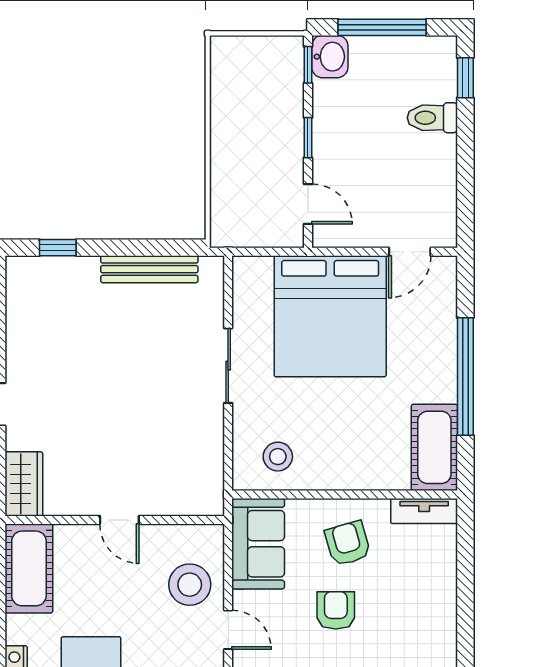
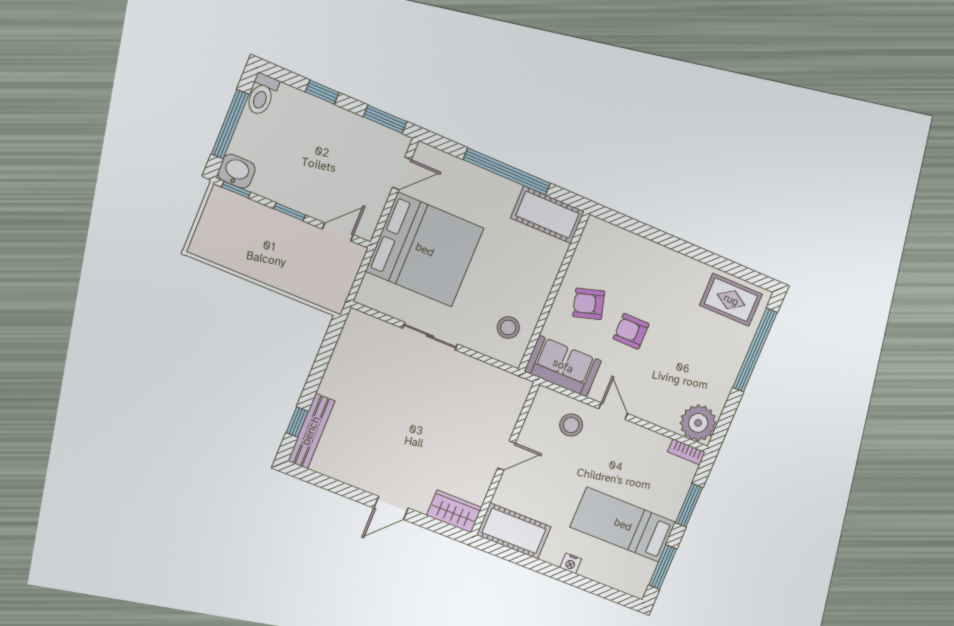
window: (465, 78) -> (322, 92), moved
toilet: (432, 118) -> (262, 95), moved
window: (465, 206) -> (385, 119), added
door: (410, 252) -> (402, 173), hinge flipped
bench: (149, 269) -> (311, 431), moved
tv unit: (424, 511) -> (589, 241), removed
stool: (190, 585) -> (571, 425), width x0.73, depth x0.73
door: (228, 630) -> (613, 411), hinge flipped

